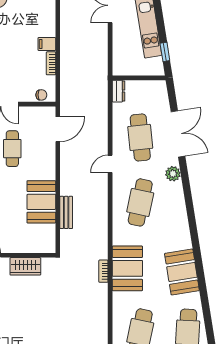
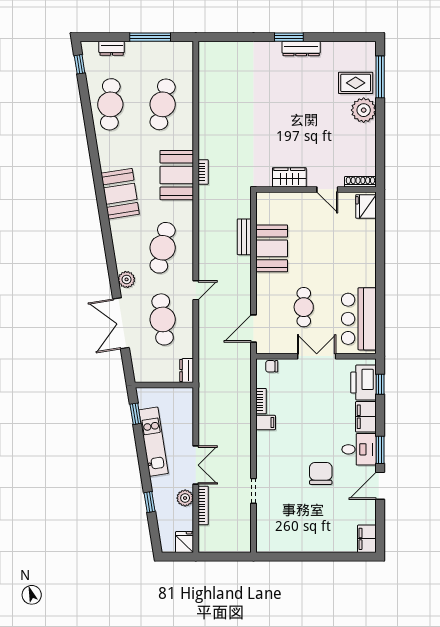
booth: (182, 272) -> (120, 194), moved

